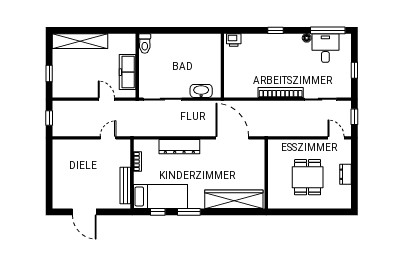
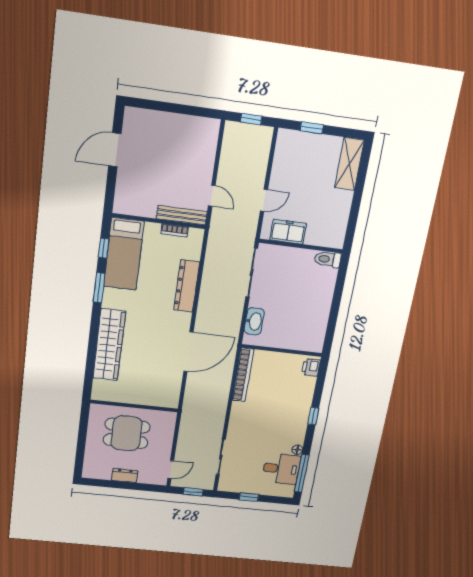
shelving: (80, 41) -> (349, 164), width x0.68
freezer: (127, 72) -> (288, 232), width x0.71
bookcase: (281, 92) -> (243, 375), moved
wall: (266, 174) -> (134, 406), moved
bench: (125, 186) -> (182, 215), moved

